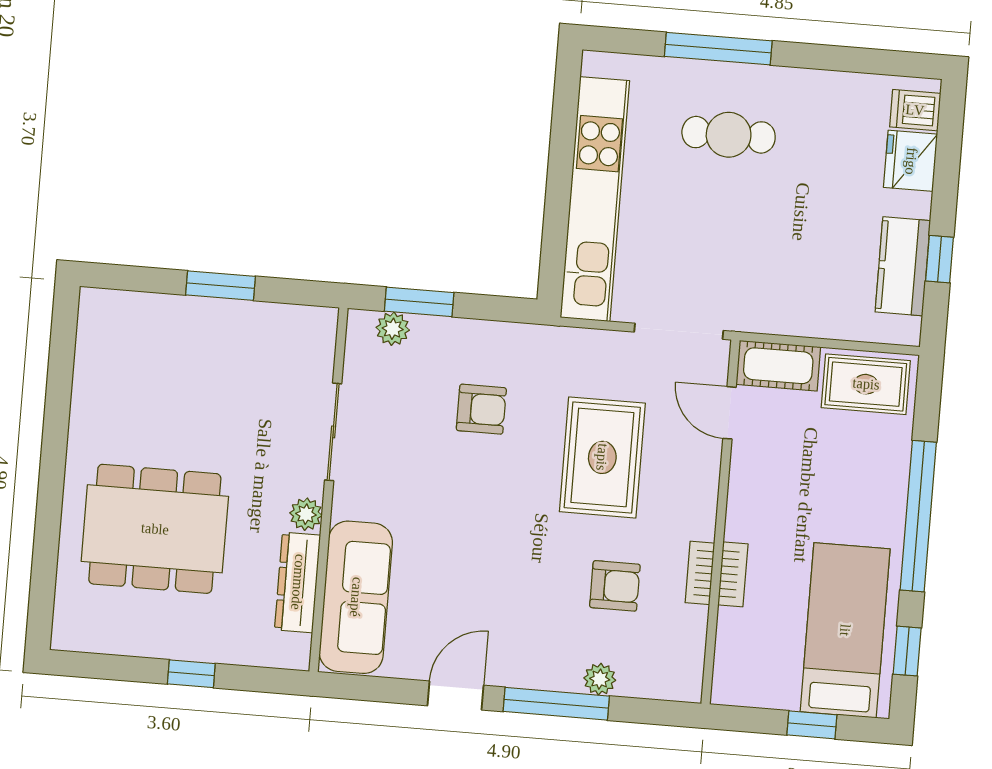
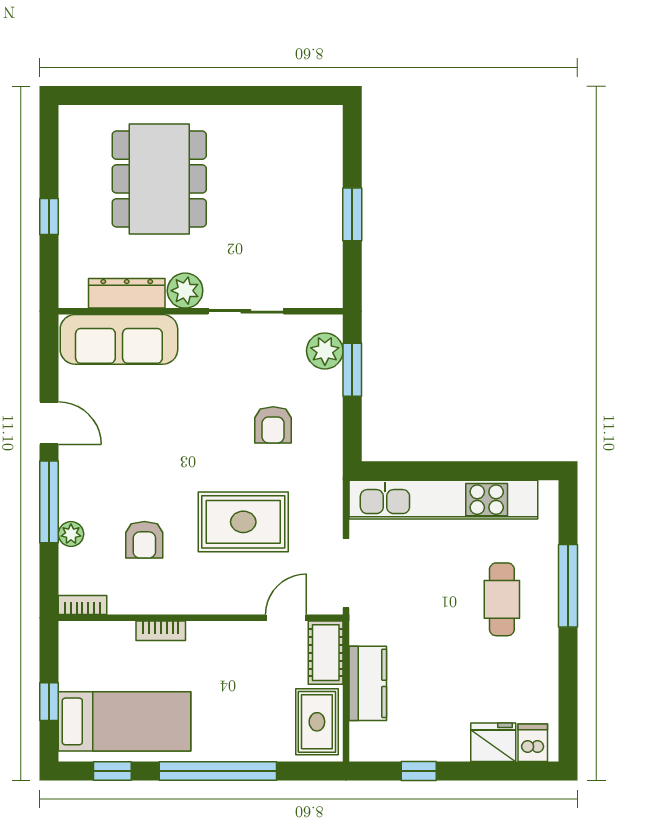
kitchen counter: (903, 266) -> (368, 683), moved, turned 90
plant: (393, 329) -> (325, 351), width x1.38, depth x1.38
plant: (306, 514) -> (185, 291), width x1.38, depth x1.38
bookcase: (700, 573) -> (82, 605), moved

